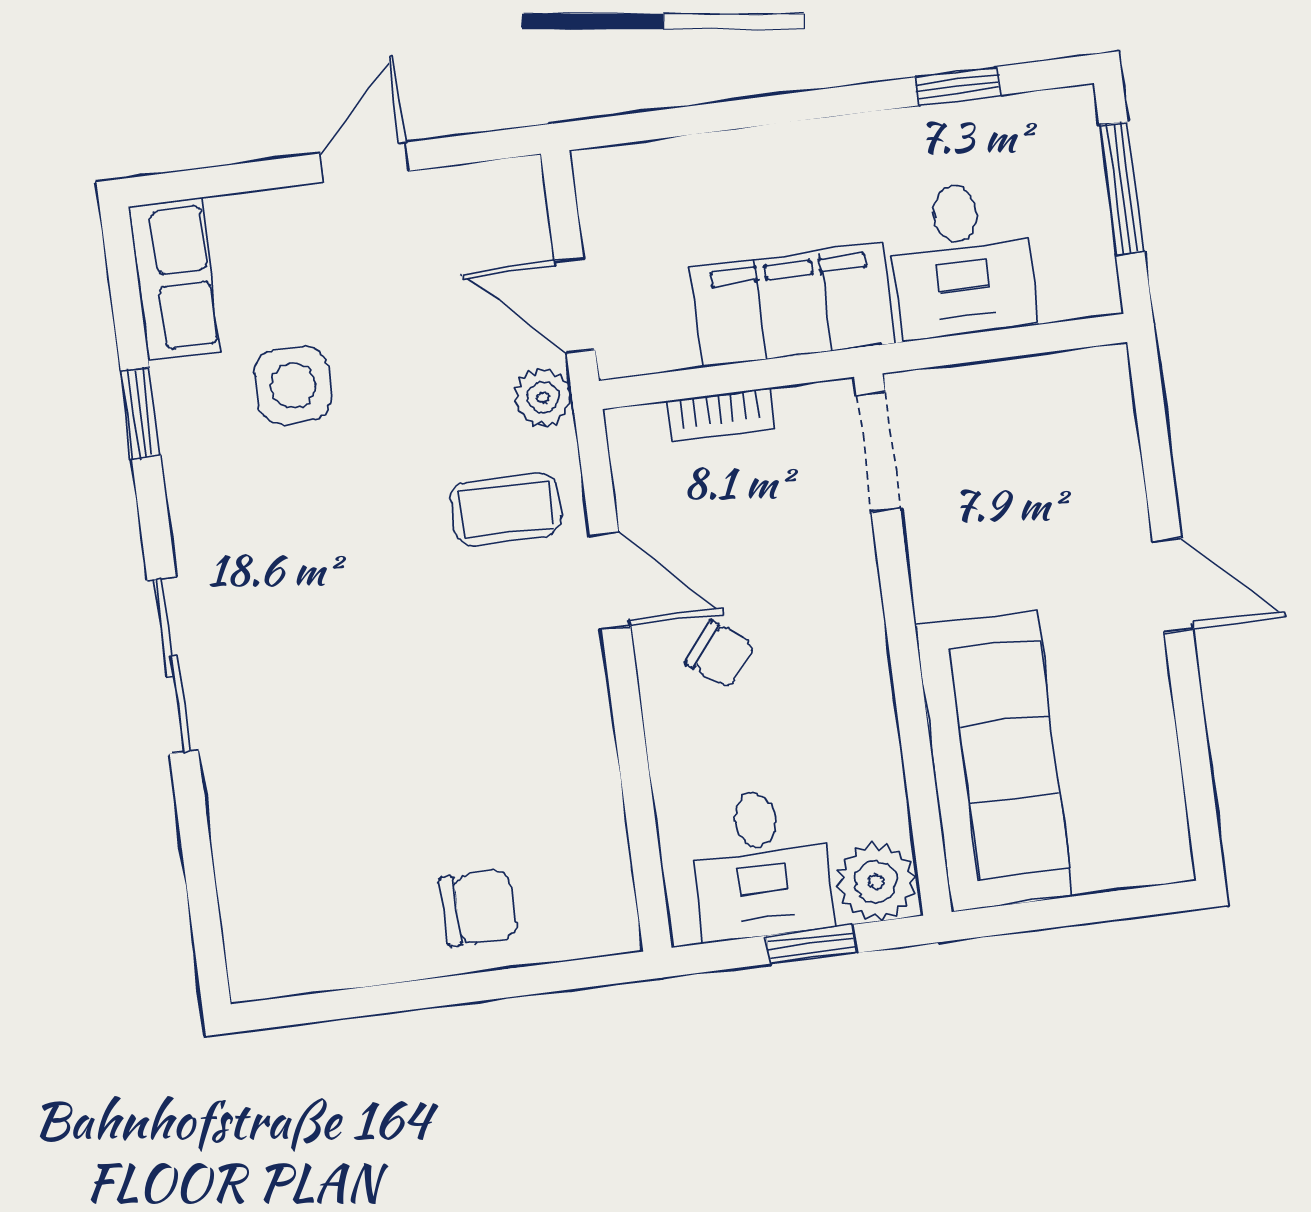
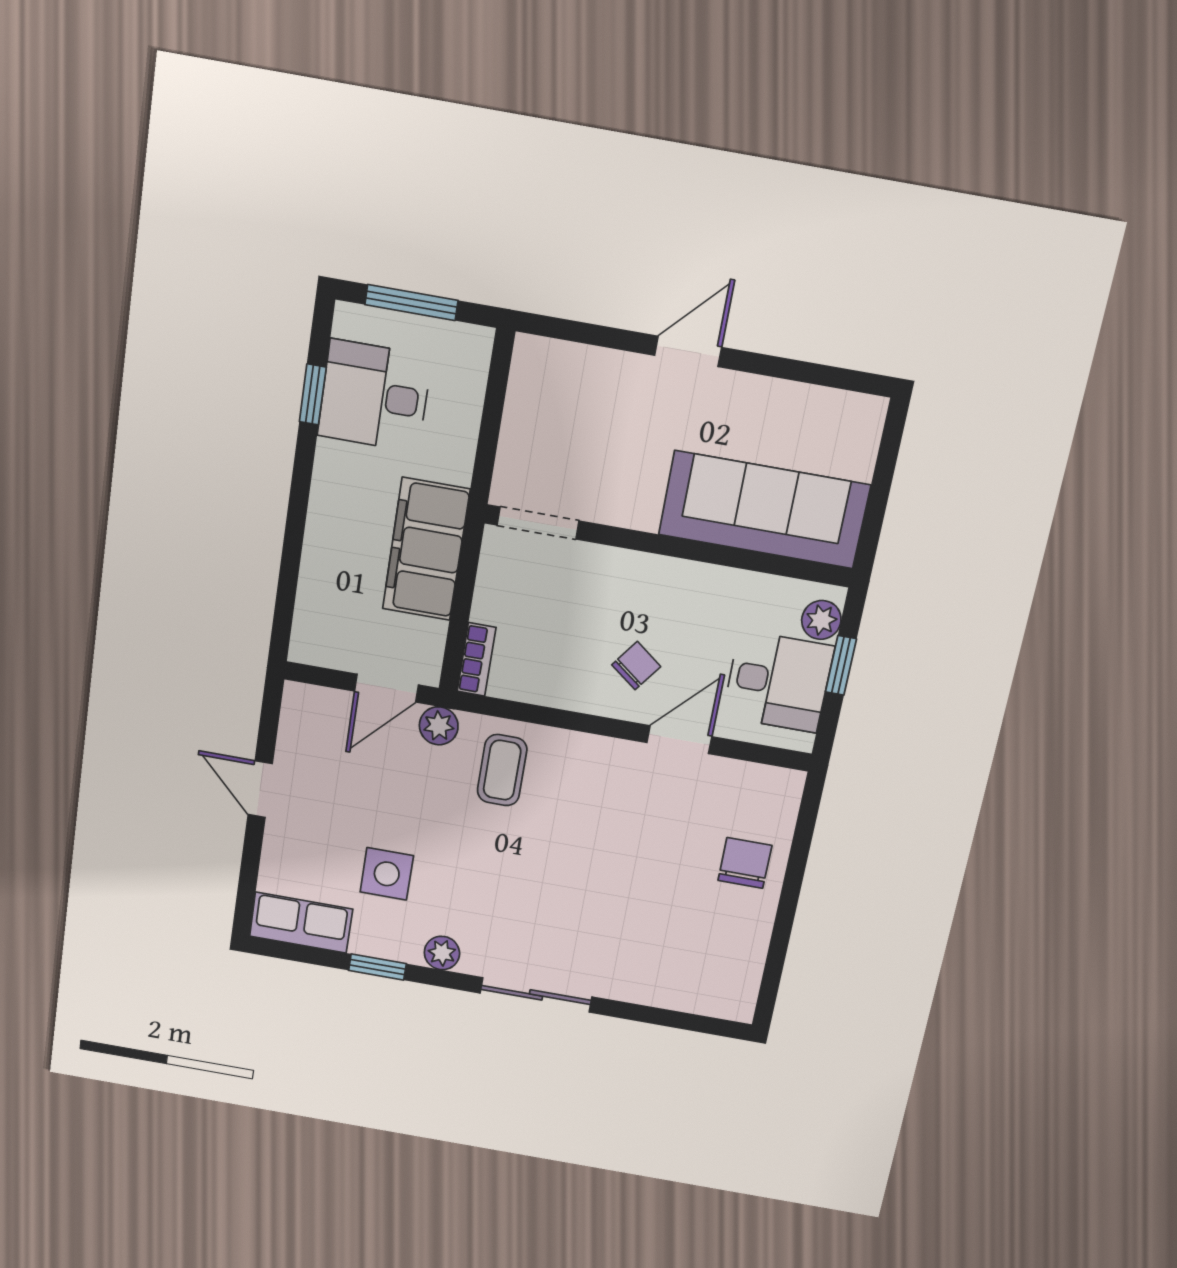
desk: (961, 260) -> (374, 396), moved, turned 180
bookcase: (720, 415) -> (477, 659), moved
plant: (194, 504) -> (442, 953), added
door: (610, 581) -> (679, 740), moved
plant: (876, 882) -> (821, 620), width x0.73, depth x0.73

